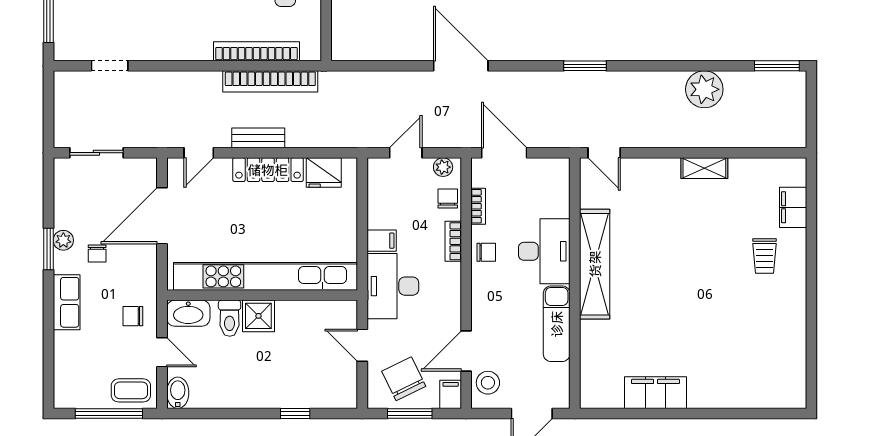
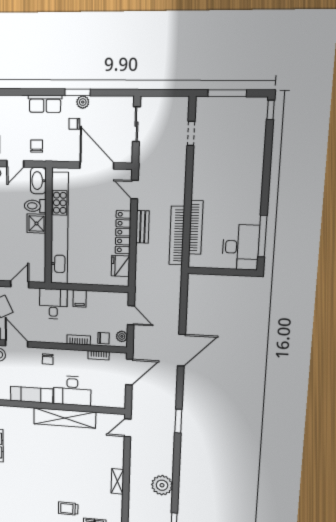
chair: (486, 252) -> (48, 359), moved
desk: (393, 286) -> (53, 304), width x0.73

